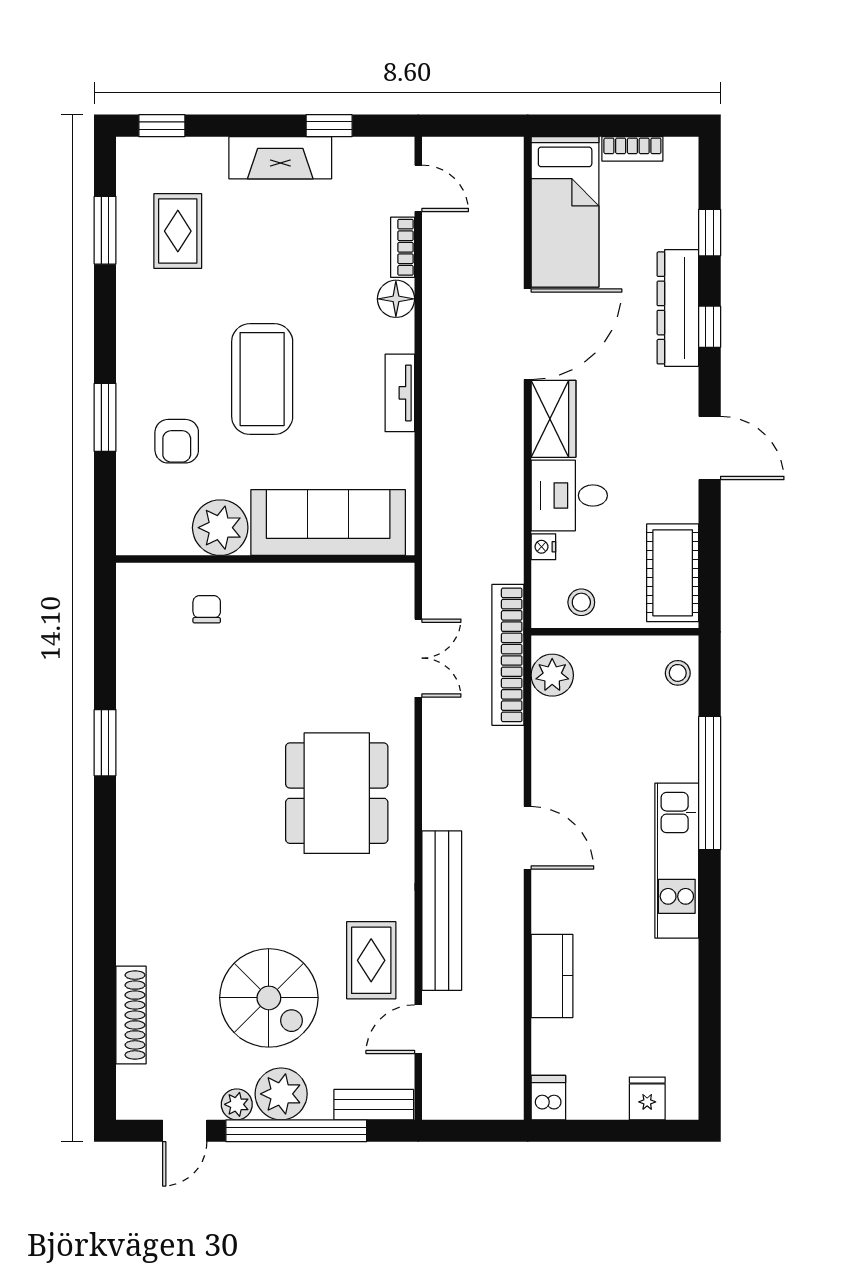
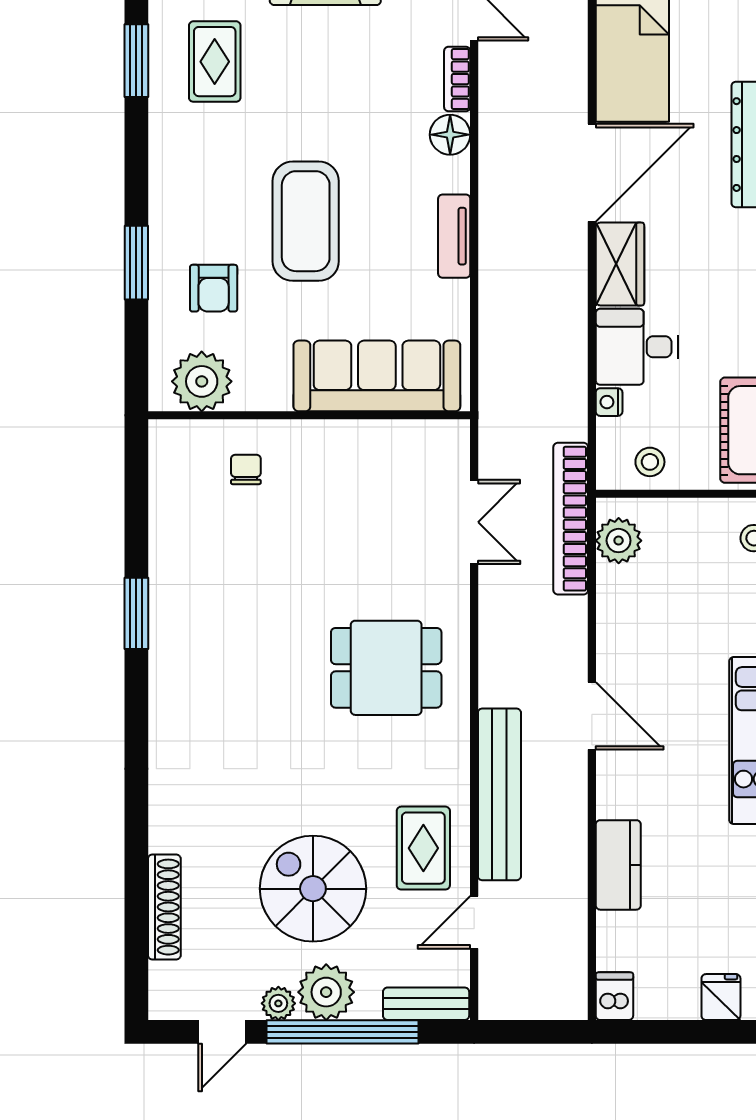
plant: (220, 528) -> (202, 381), moved
dining table: (337, 793) -> (386, 668), width x0.73
spiral stairs: (269, 998) -> (313, 889), turned 180

